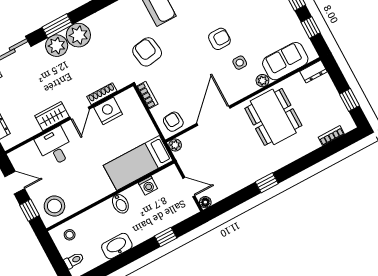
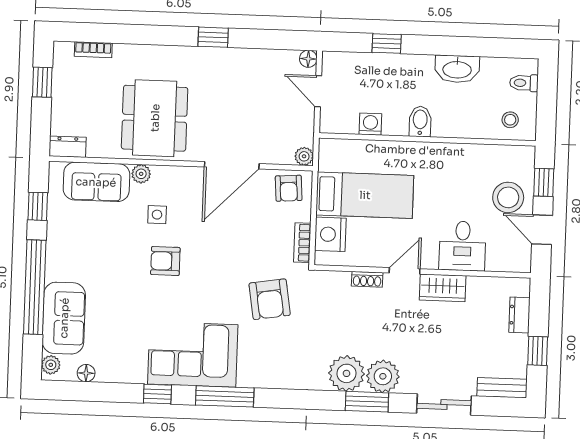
shoe rack: (102, 94) -> (367, 279), width x0.70
nightstand: (108, 111) -> (330, 234), moved, turned 90
bed: (138, 163) -> (365, 195), moved
stool: (54, 206) -> (508, 197), moved

